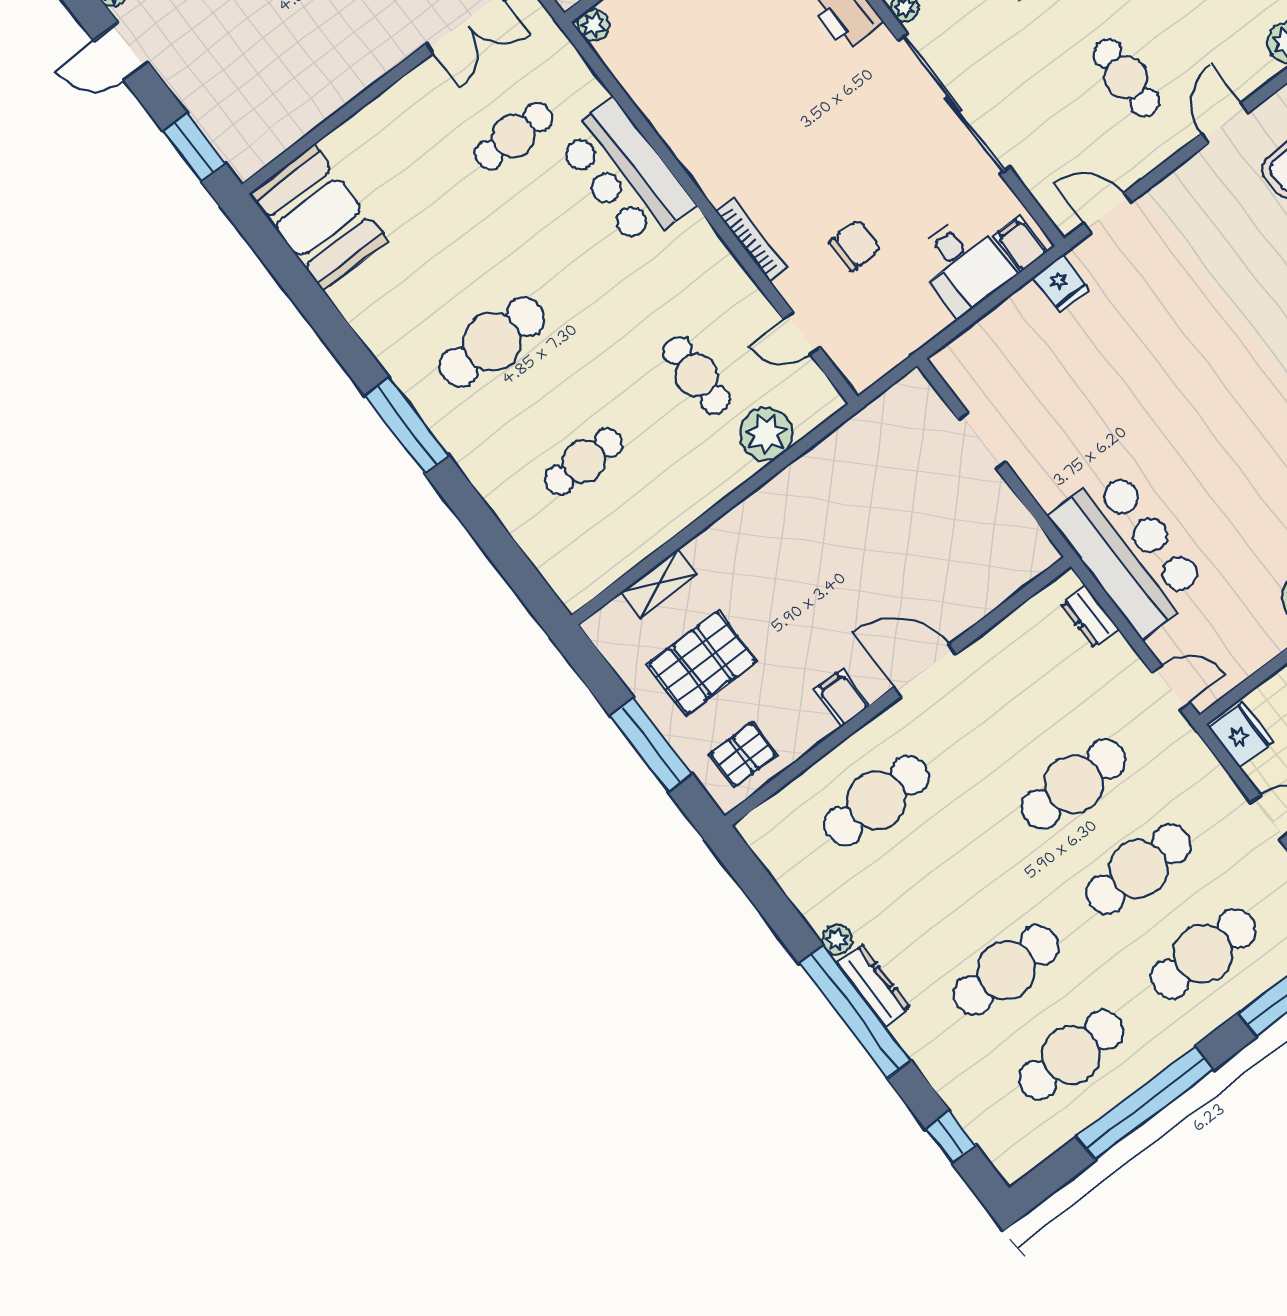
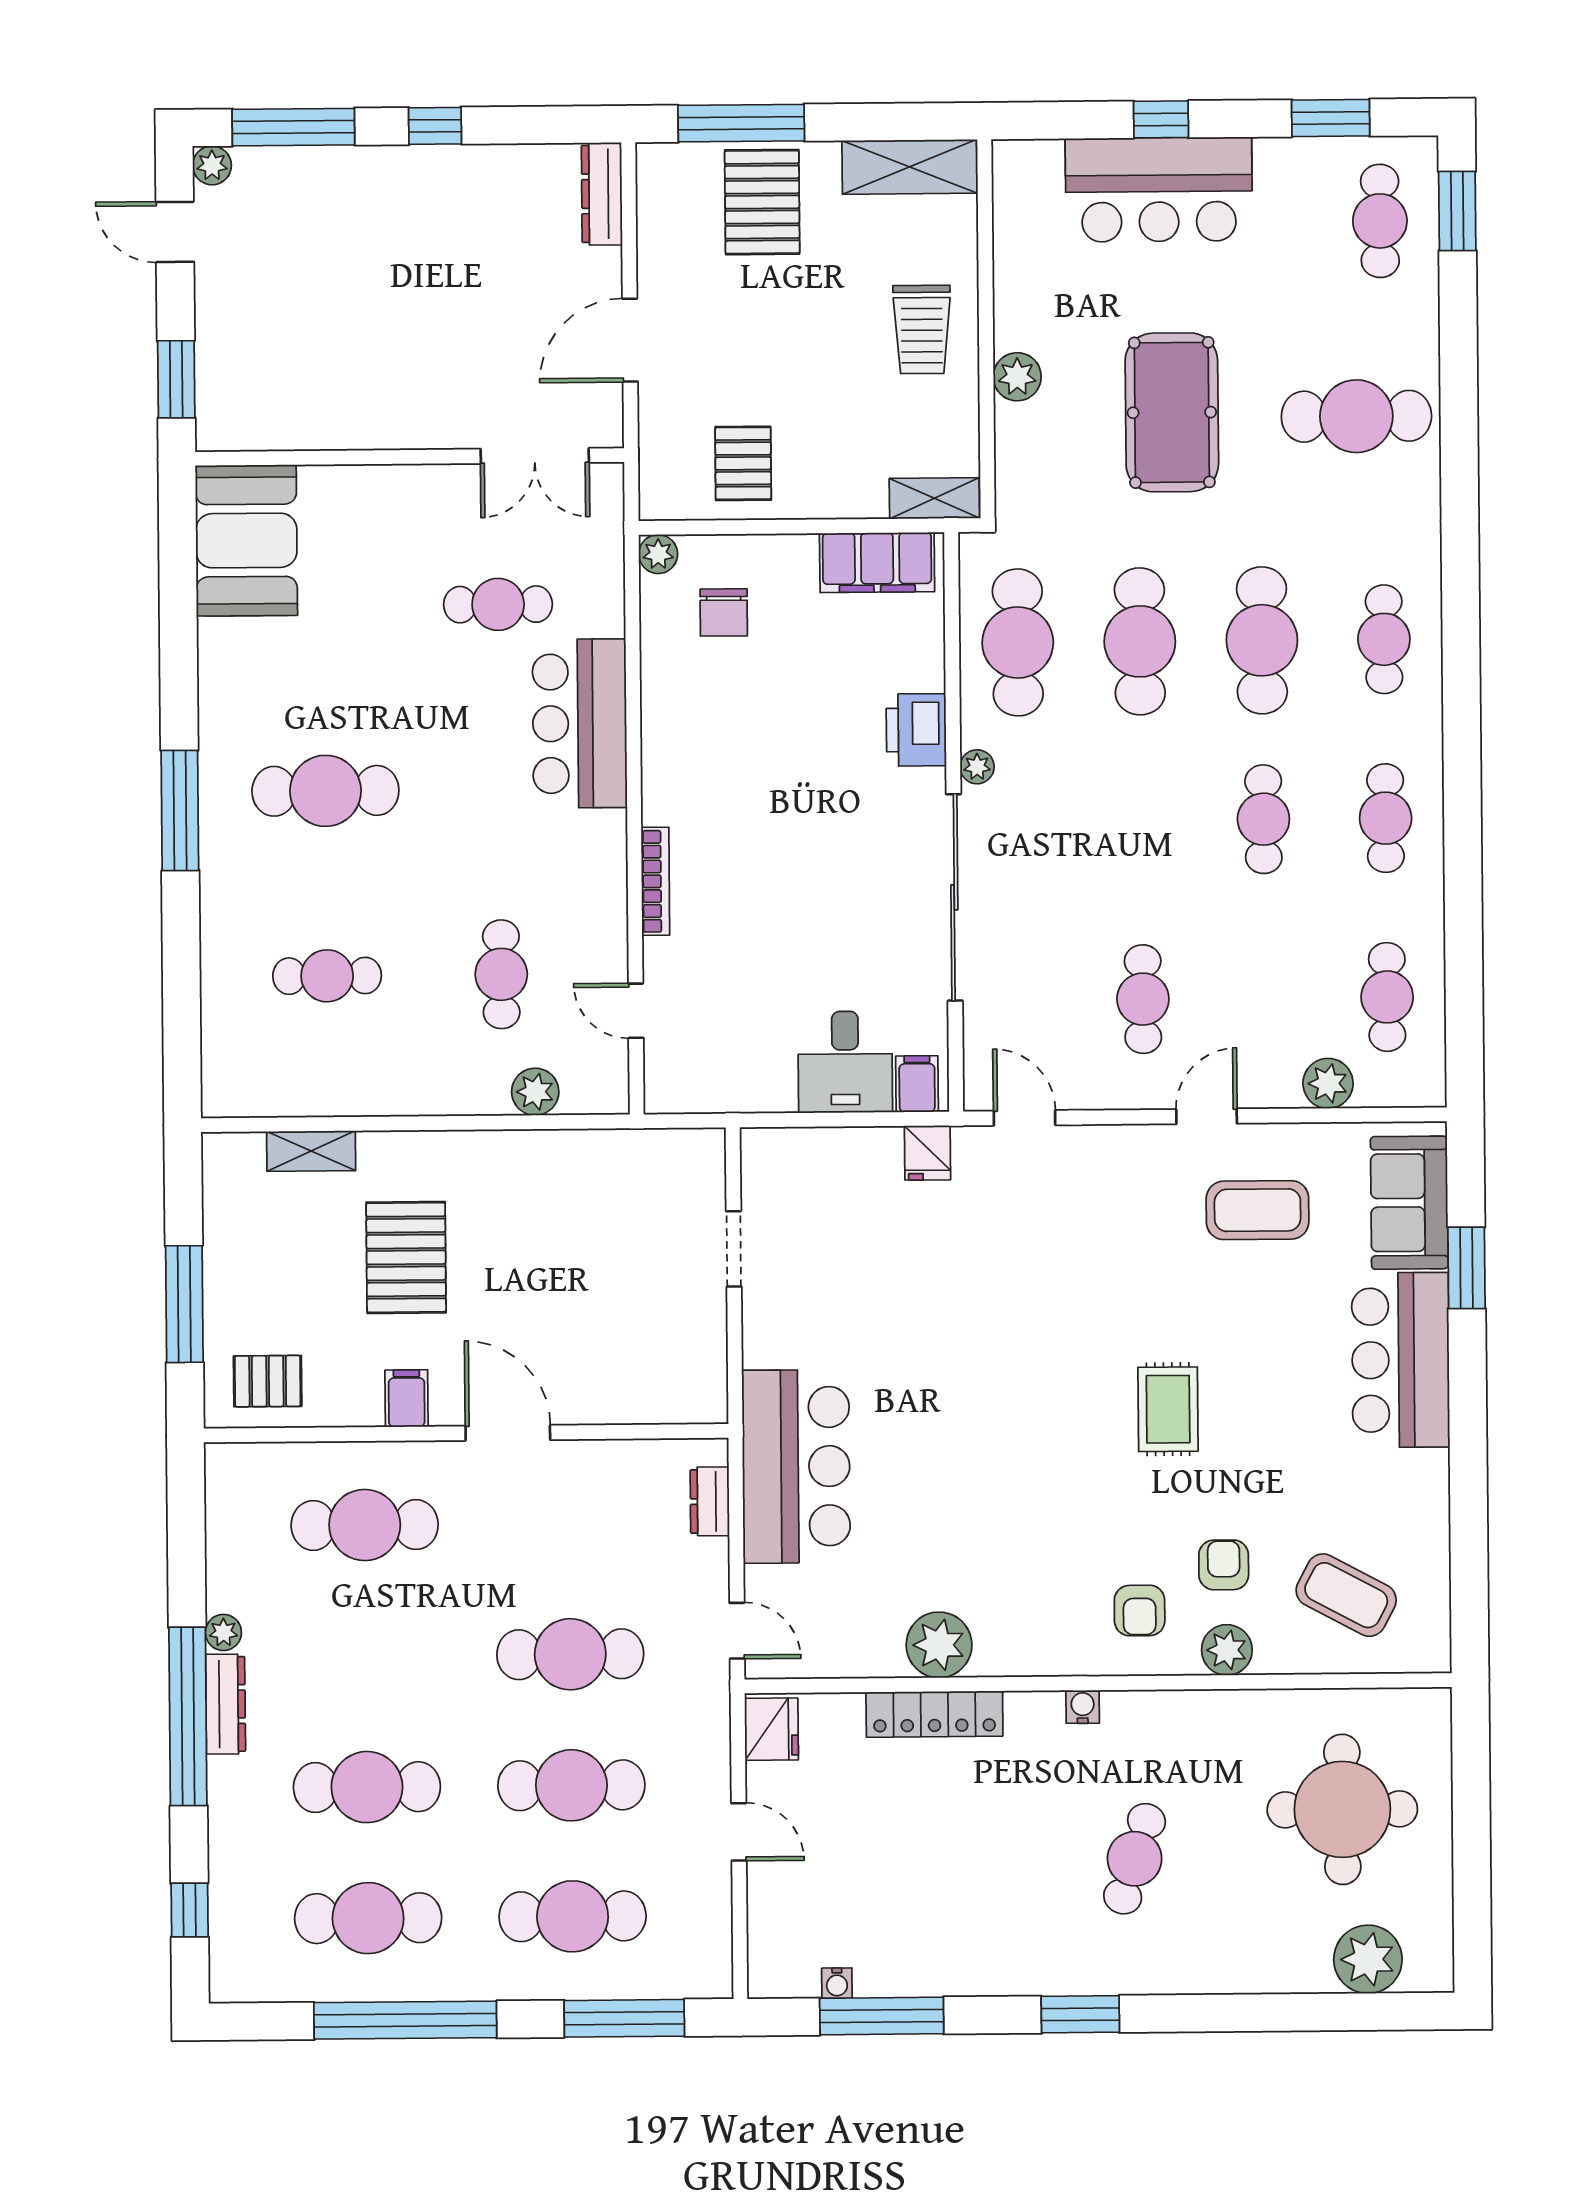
chair: (855, 245) -> (724, 612), moved, turned 90
plant: (766, 434) -> (535, 1092), width x0.73, depth x0.73
pallet: (702, 663) -> (406, 1257), moved, turned 90

